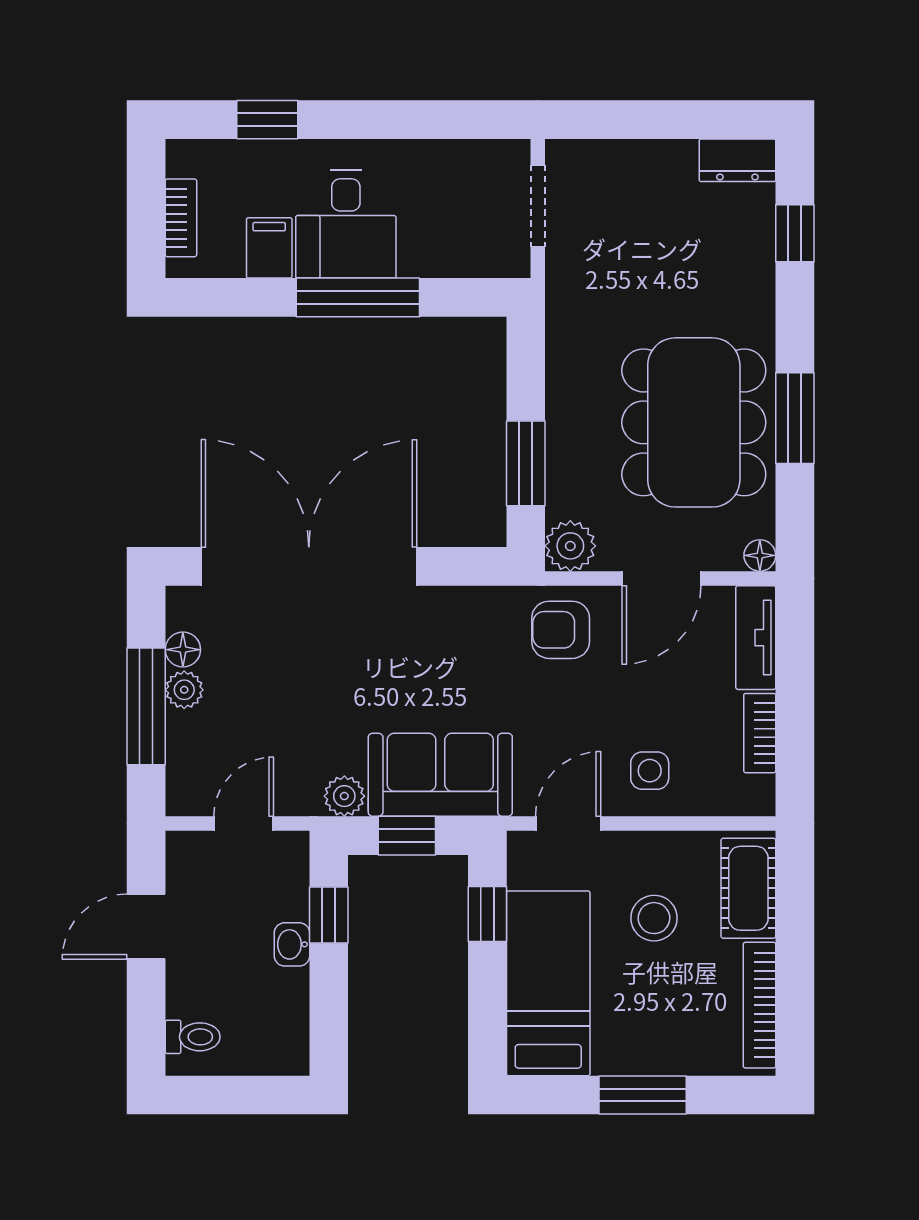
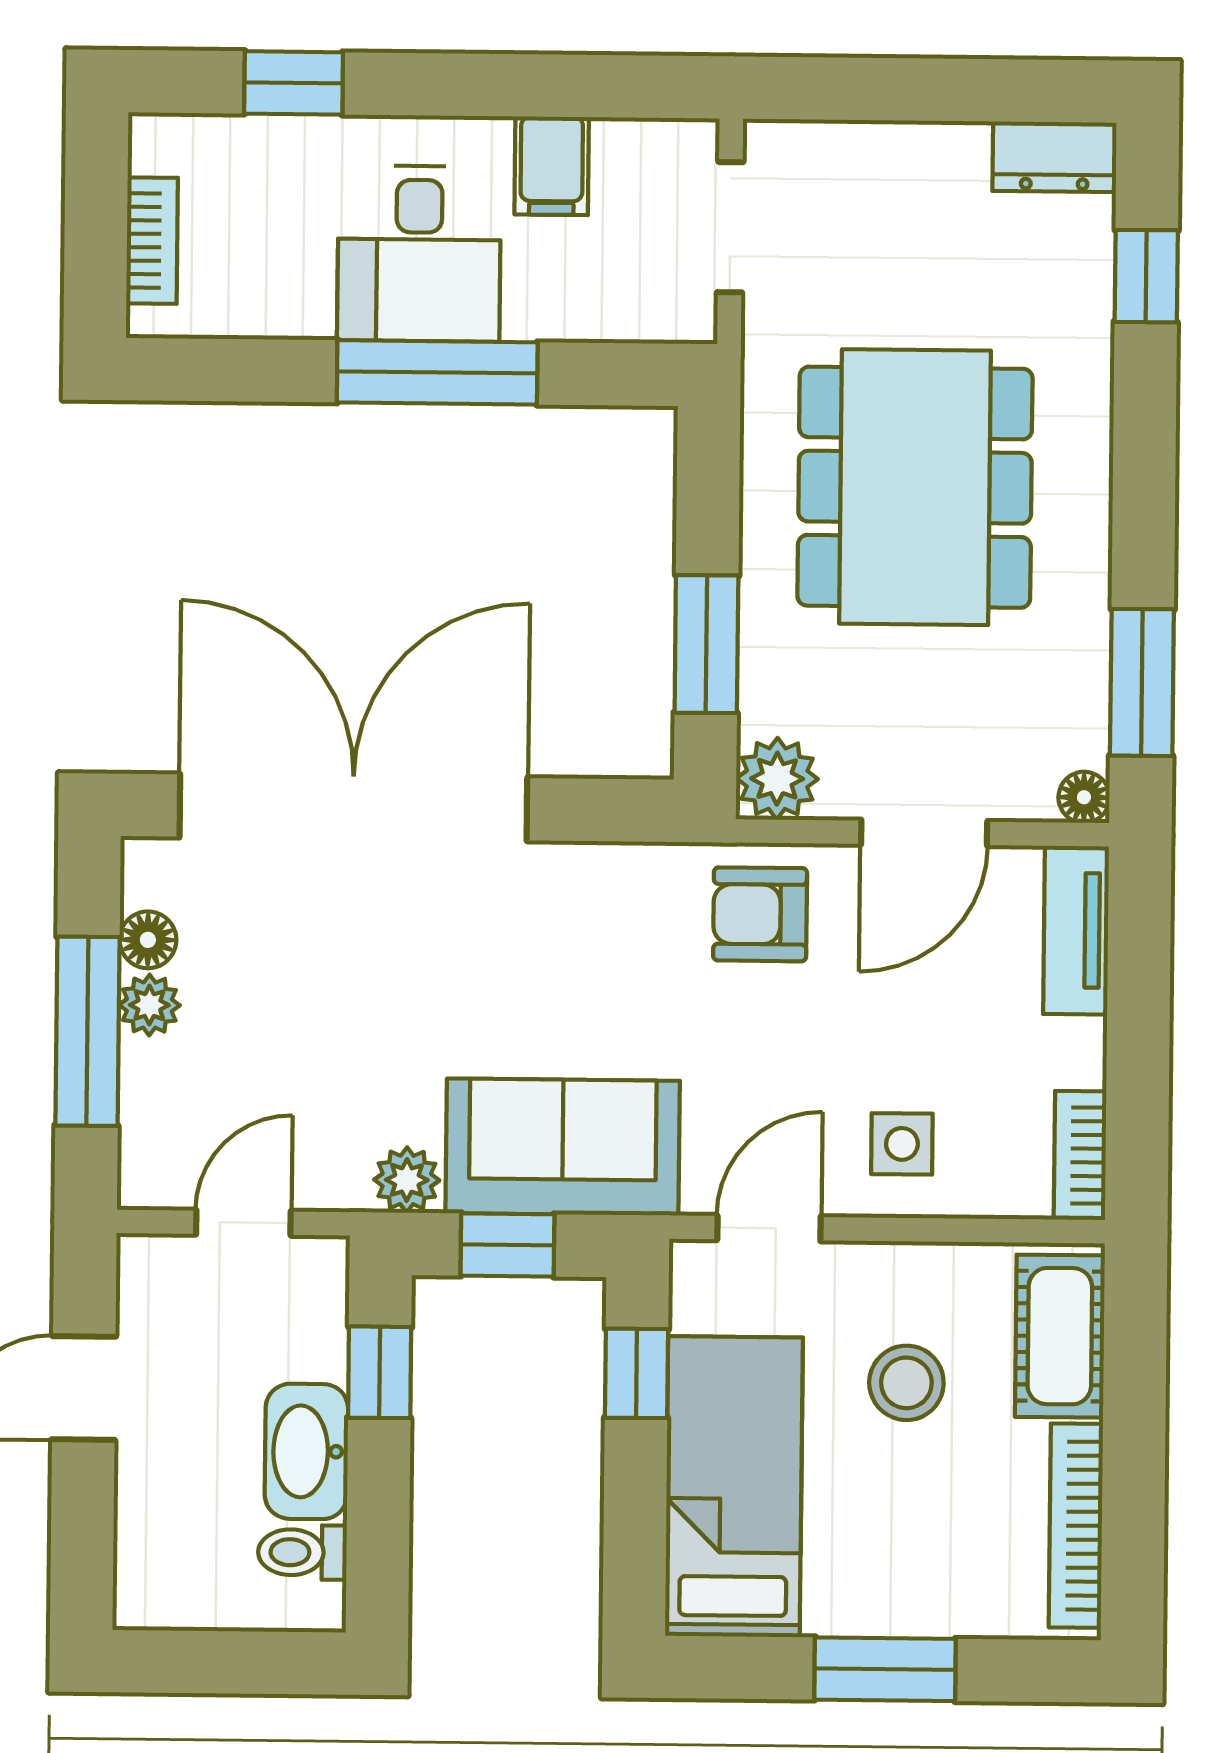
filing cabinet: (269, 248) -> (552, 166), moved, turned 180
window: (795, 418) -> (1142, 682), moved
dining table: (694, 422) -> (915, 487), moved
bookcase: (760, 733) -> (1080, 1155), moved
washbasin: (292, 944) -> (306, 1451), width x1.91, depth x1.45
toilet: (193, 1037) -> (302, 1552), moved, turned 180

